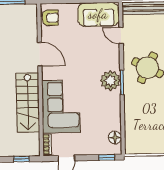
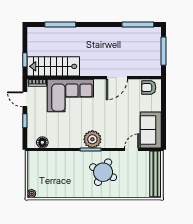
armchair: (50, 18) -> (149, 88), turned 90
stairs: (28, 103) -> (53, 66), moved
window: (107, 157) -> (25, 121), moved

